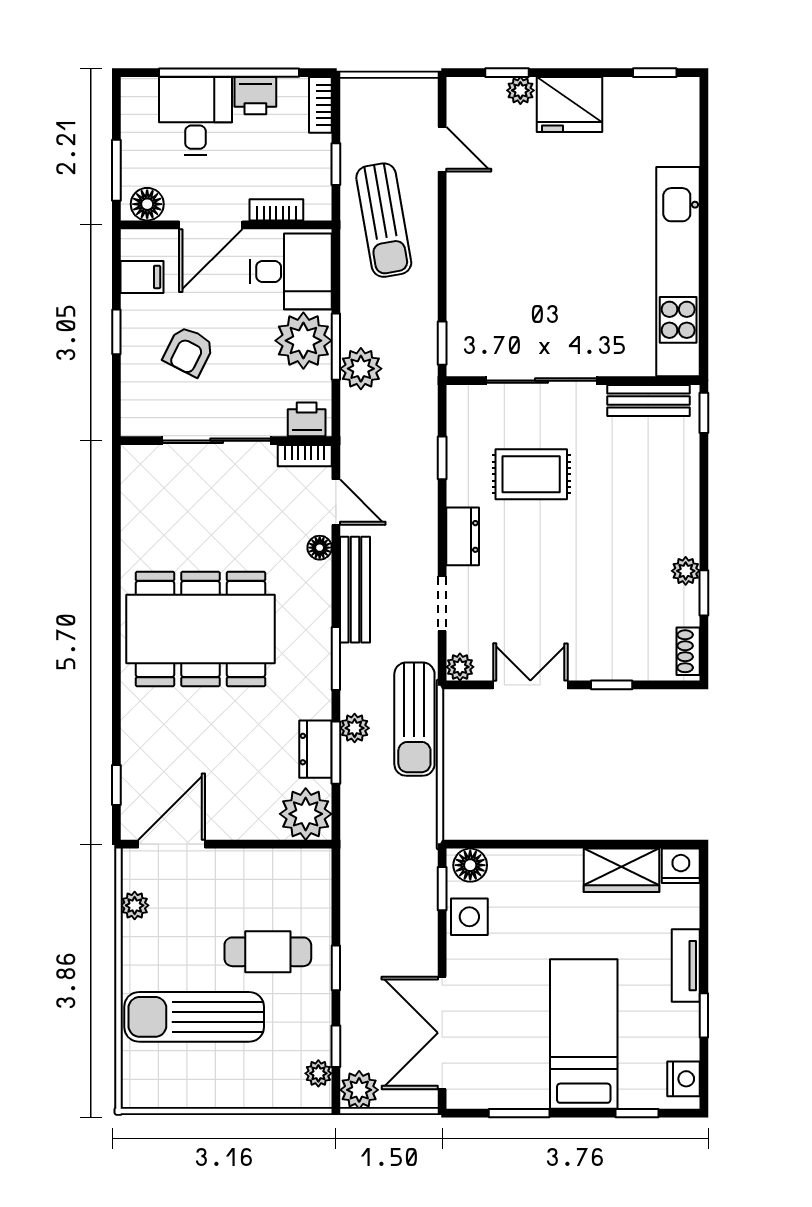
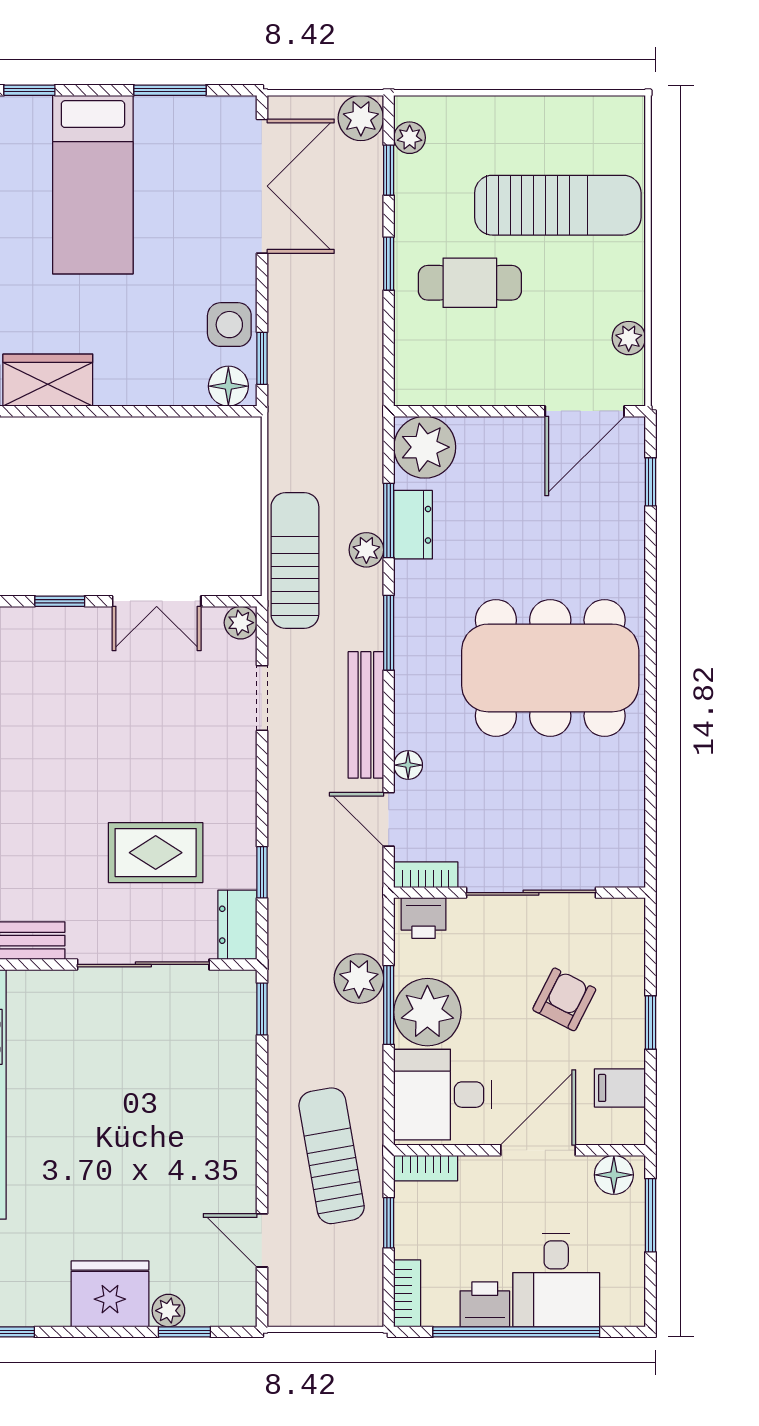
bookcase: (276, 210) -> (426, 1168), moved
dresser: (463, 536) -> (237, 925), moved

